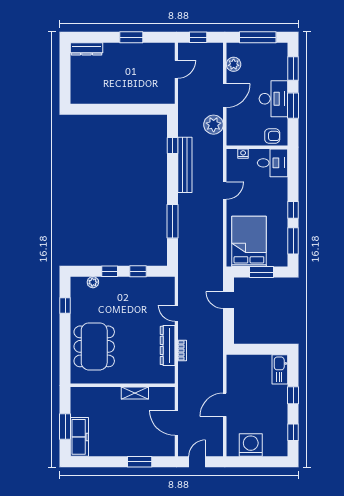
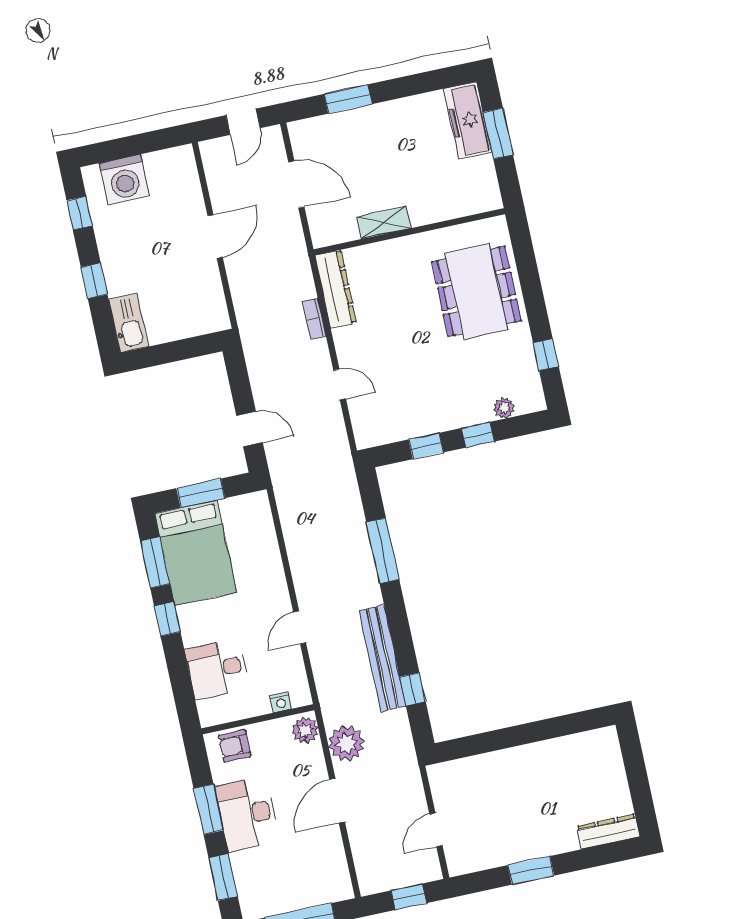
plant: (234, 64) -> (305, 730), moved
desk: (273, 163) -> (217, 669), moved
bed: (249, 241) -> (196, 553), moved
dresser: (168, 345) -> (336, 289), moved
washing machine: (251, 445) -> (124, 179), moved

